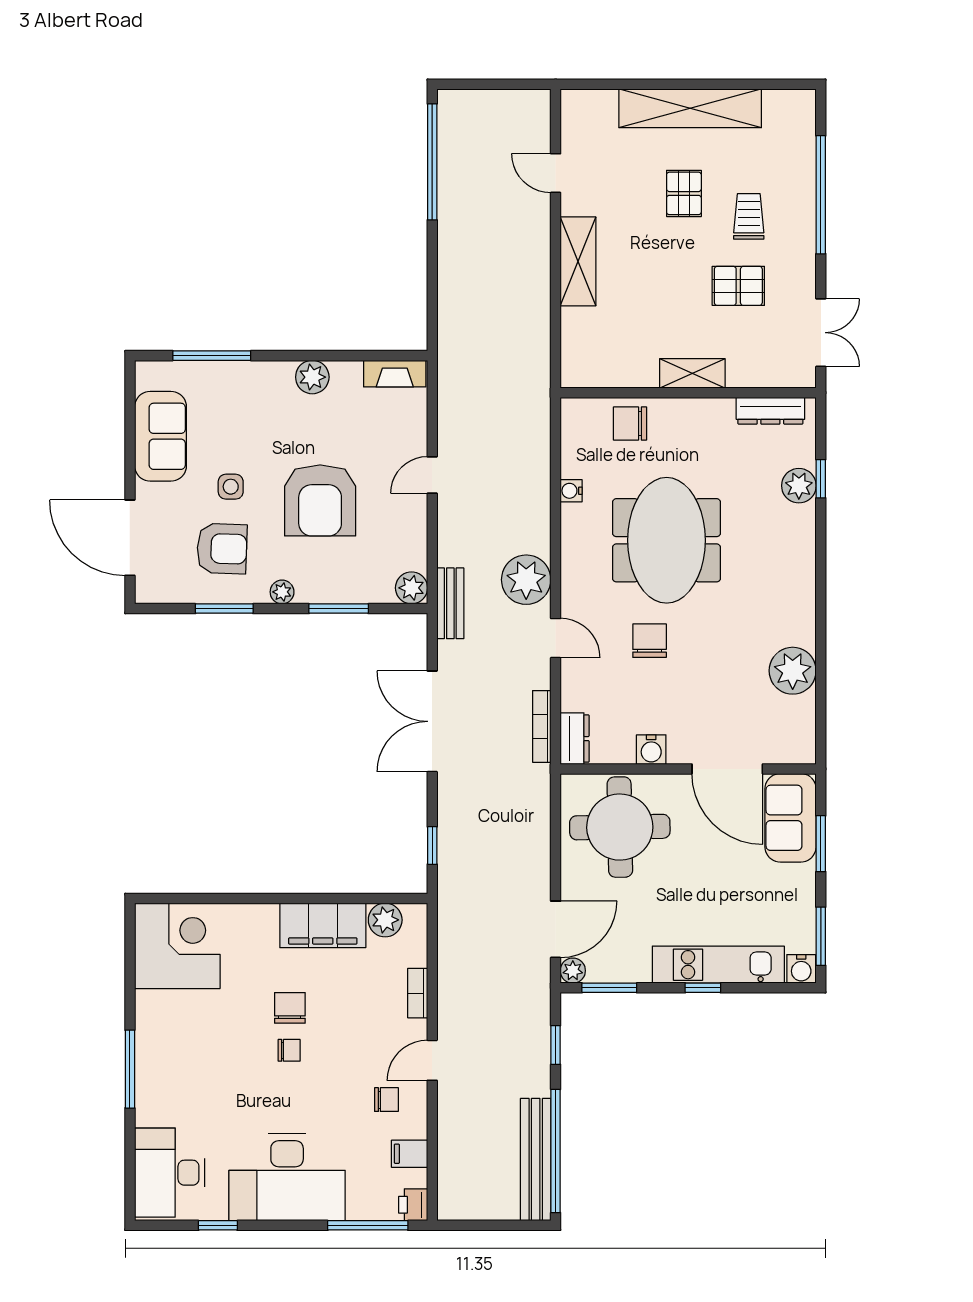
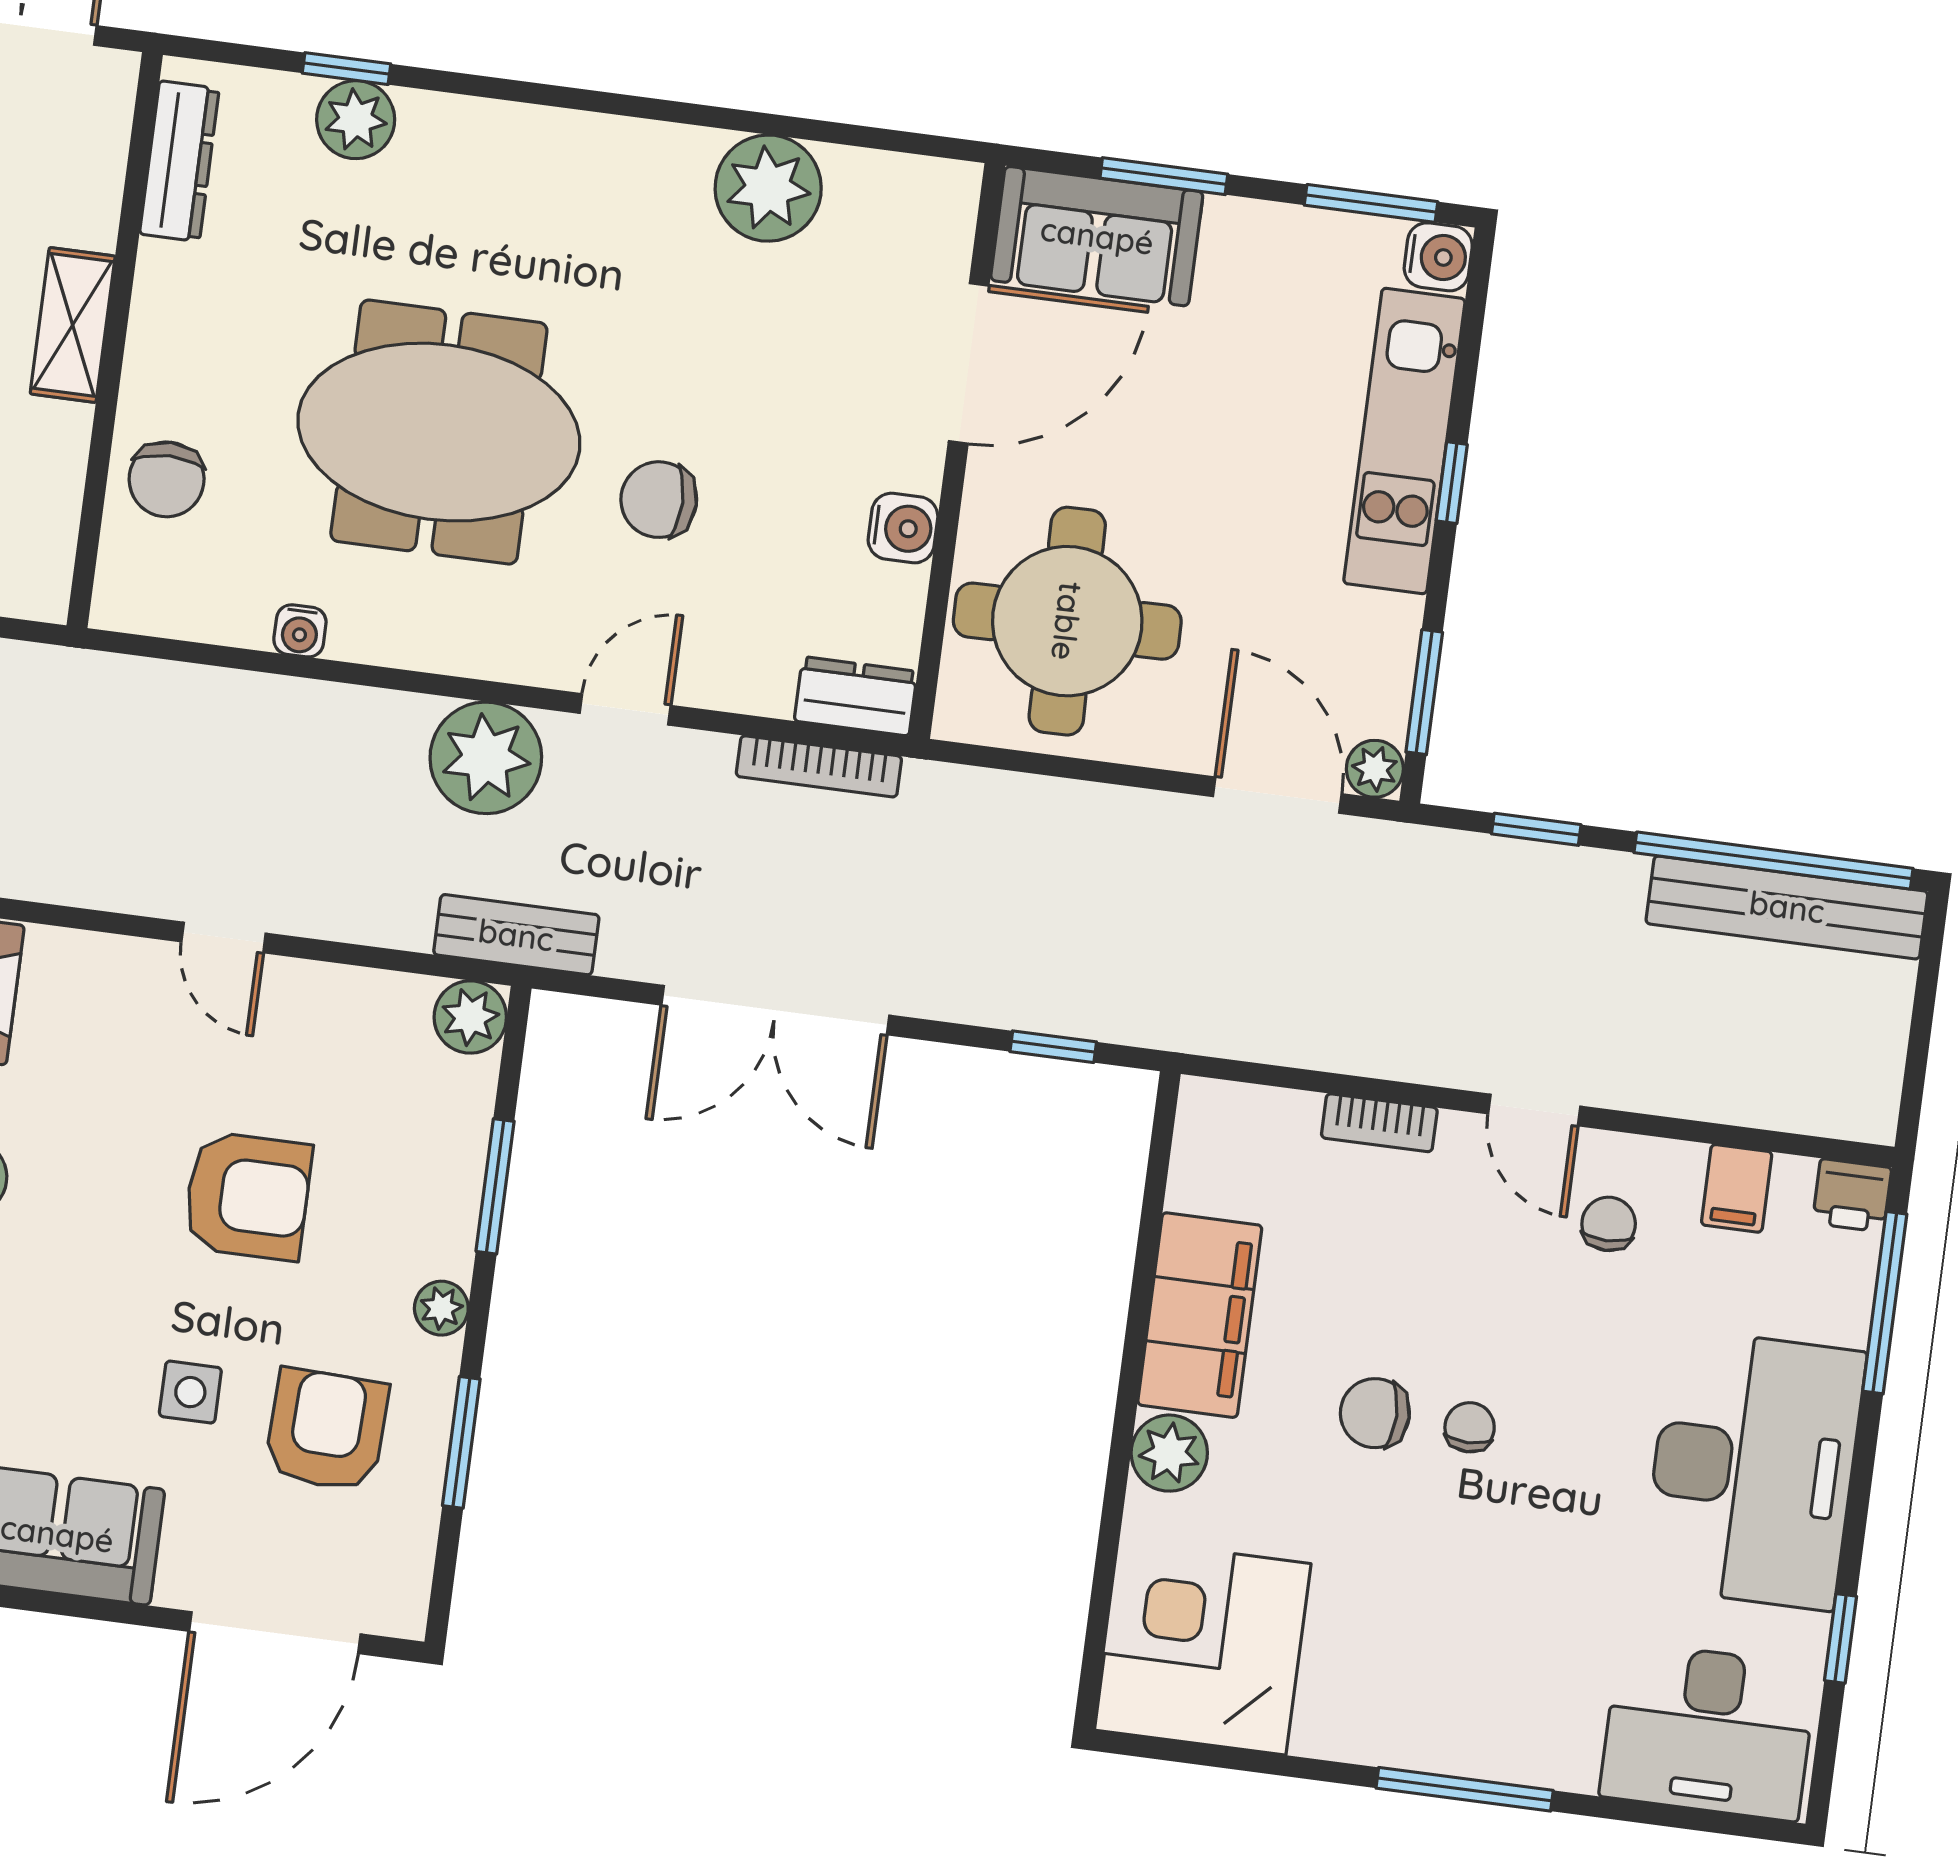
armchair: (320, 500) -> (248, 1196), width x0.73, depth x0.73
plant: (385, 920) -> (1169, 1453), moved

